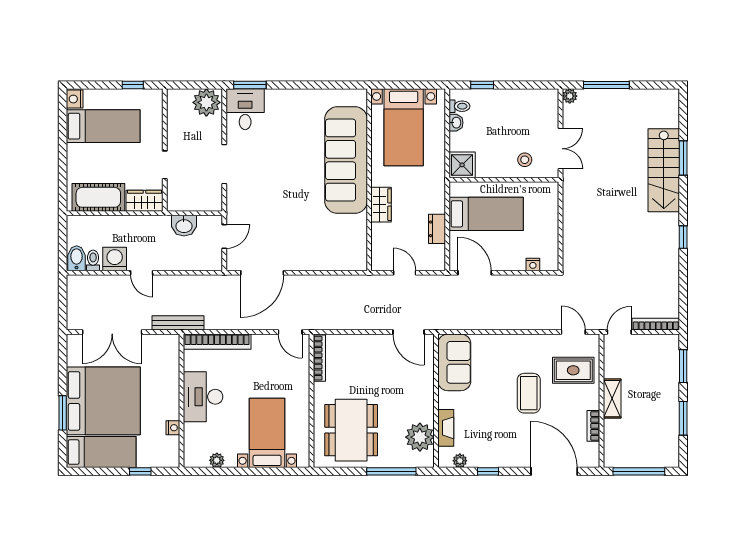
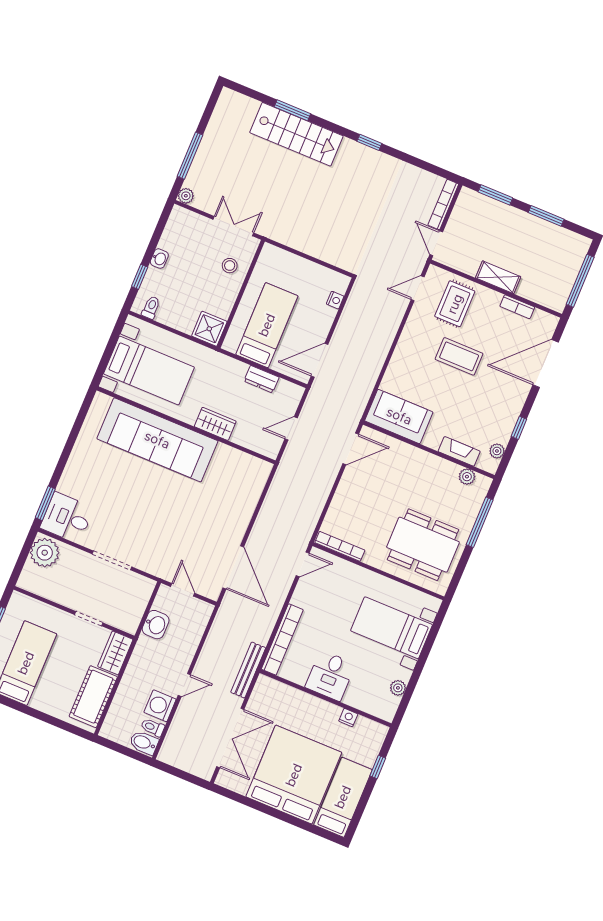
washbasin: (456, 123) -> (159, 259), moved, turned 90
desk: (203, 397) -> (330, 676), width x0.73
window: (63, 413) -> (289, 819), removed
plant: (420, 437) -> (467, 477), width x0.53, depth x0.53

